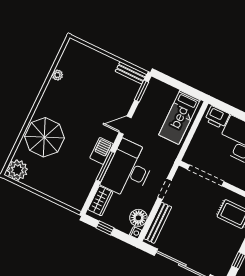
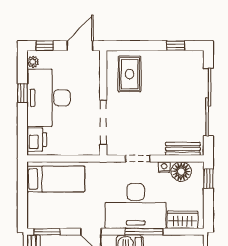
bench: (158, 223) -> (183, 149), width x0.73
window: (105, 228) -> (208, 179), moved
nightstand: (136, 233) -> (164, 167), moved

